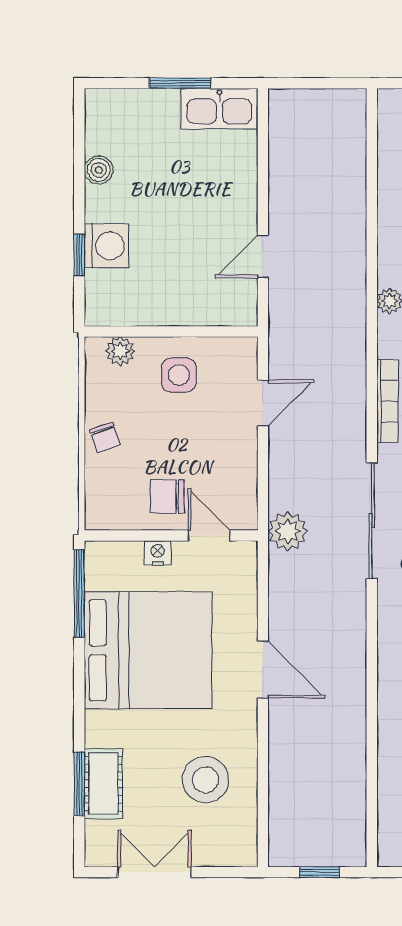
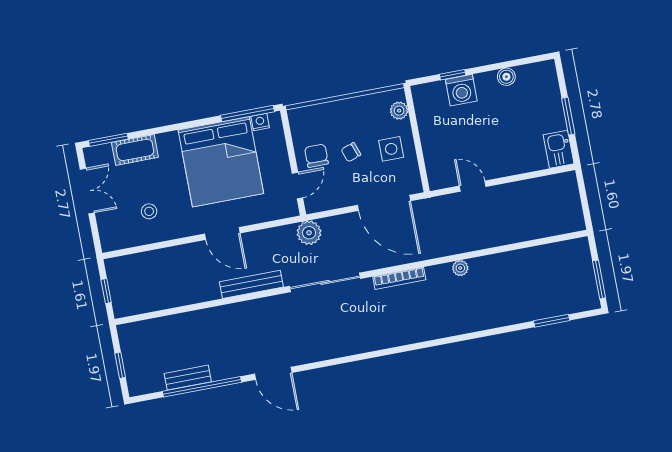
kitchen sink: (219, 109) -> (559, 149), width x0.73
door: (263, 403) -> (384, 203), width x1.88
chair: (105, 437) -> (351, 152), moved
nightstand: (158, 553) -> (260, 122), moved, turned -90
bench: (353, 639) -> (251, 284), added
door: (263, 670) -> (222, 233), hinge flipped
stool: (205, 780) -> (149, 211), width x0.53, depth x0.53
window: (79, 784) -> (108, 140), moved

